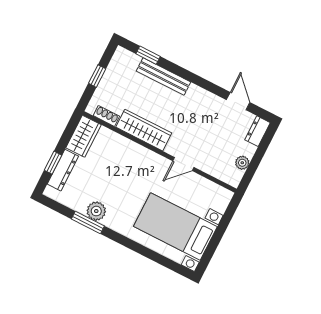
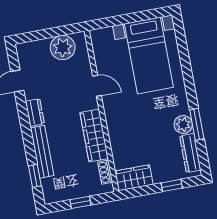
dresser: (257, 131) -> (35, 112), moved, turned -90
plant: (242, 163) -> (63, 47), width x1.88, depth x1.88
dresser: (63, 170) -> (190, 153), moved, turned -90

